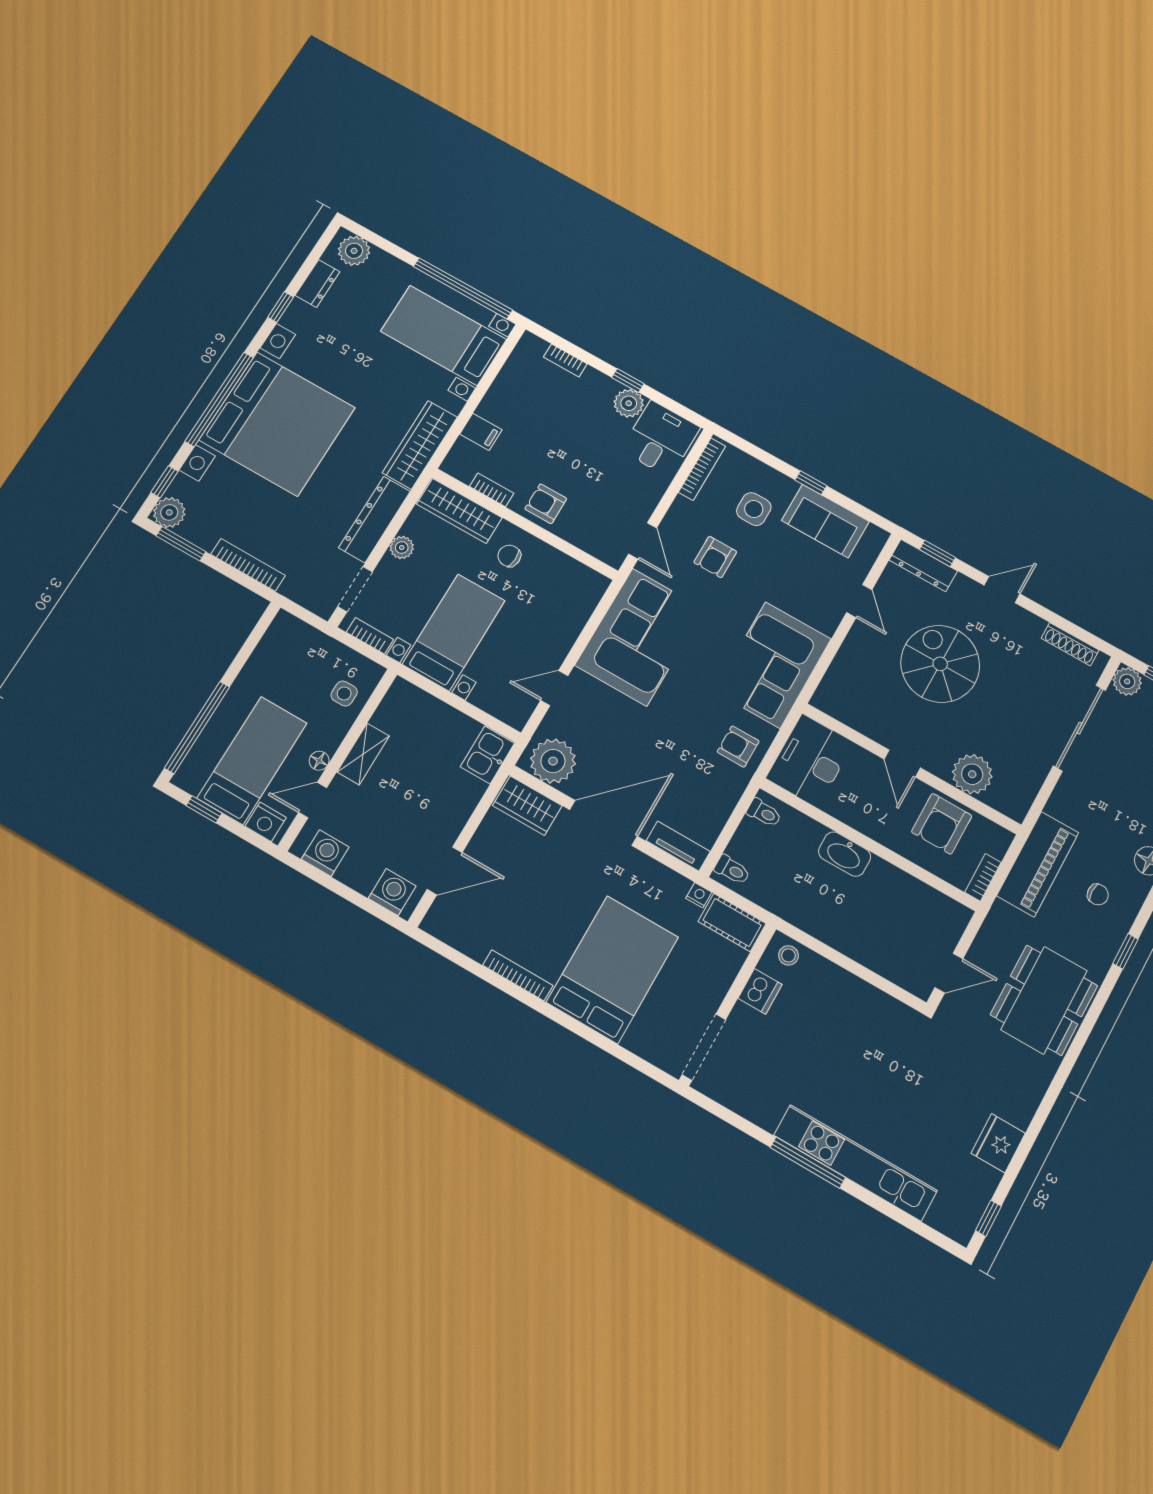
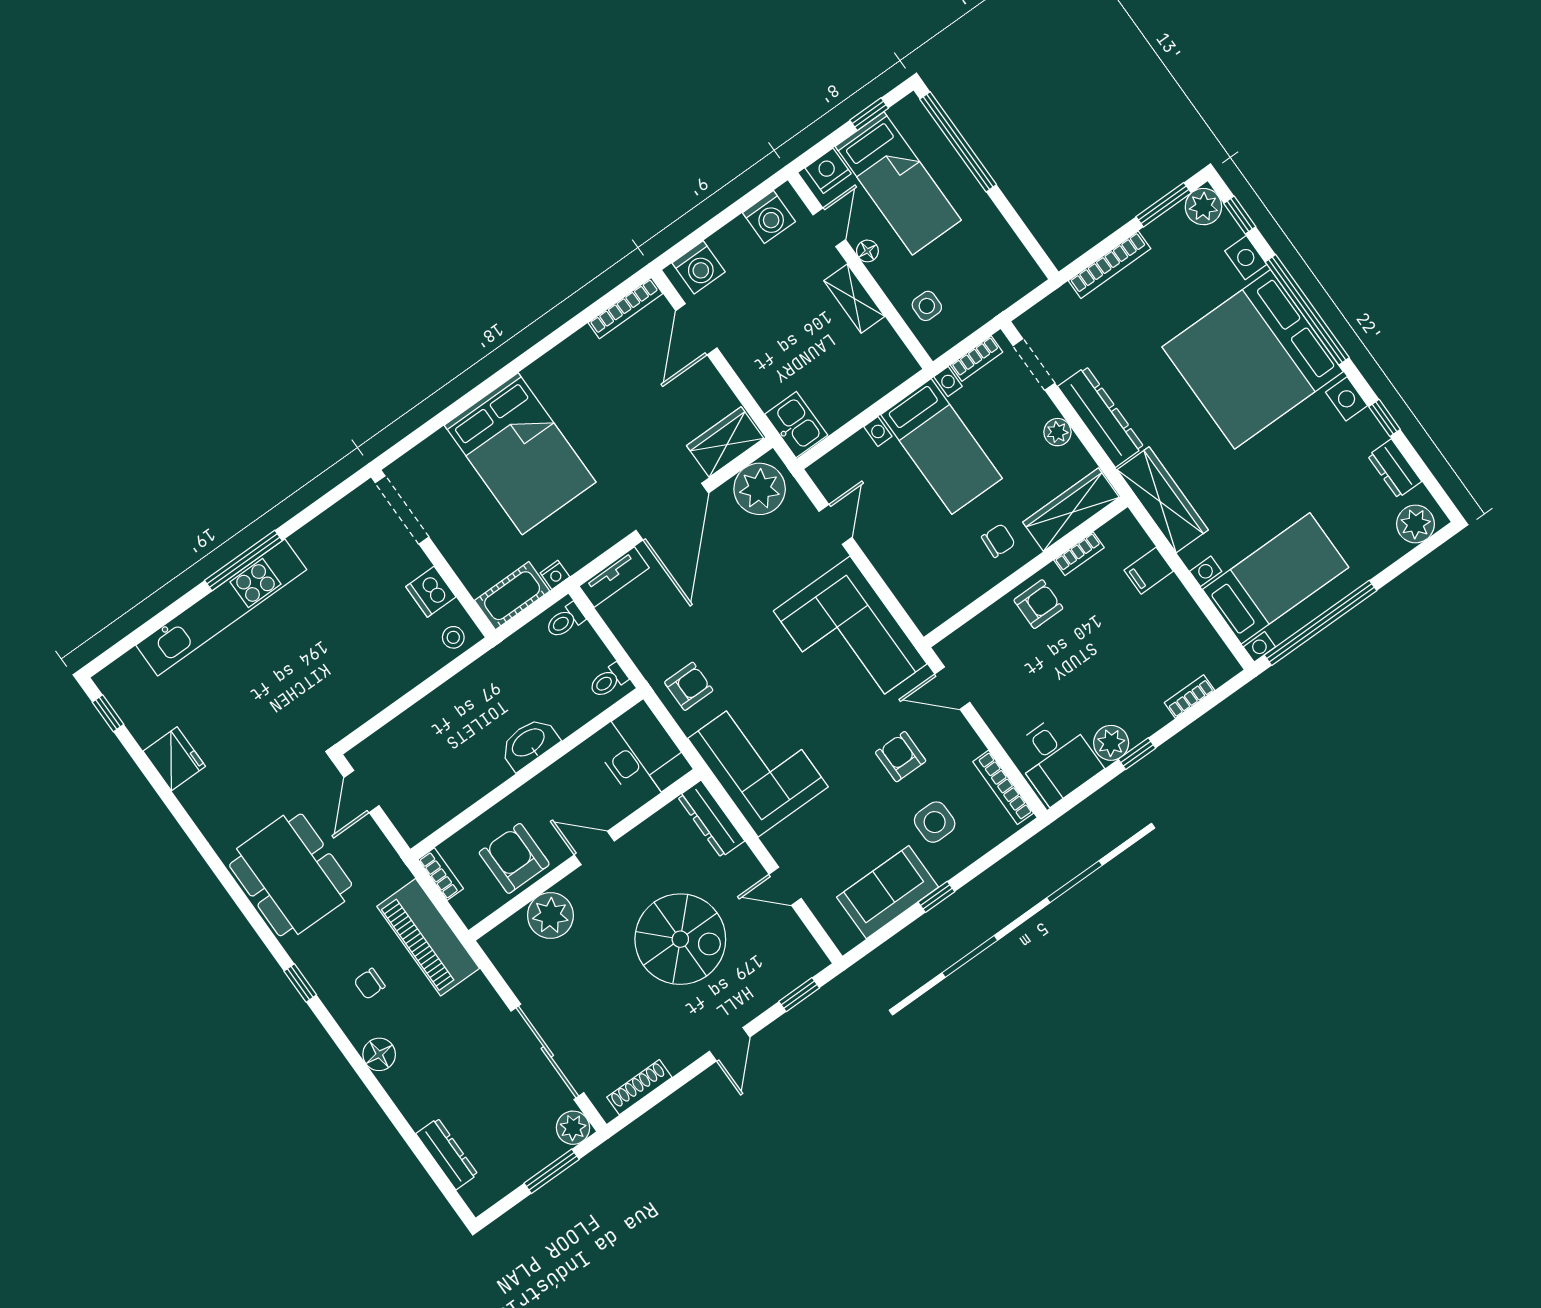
dresser: (923, 565) -> (711, 819), moved, turned -90
bookcase: (518, 975) -> (625, 308), moved

